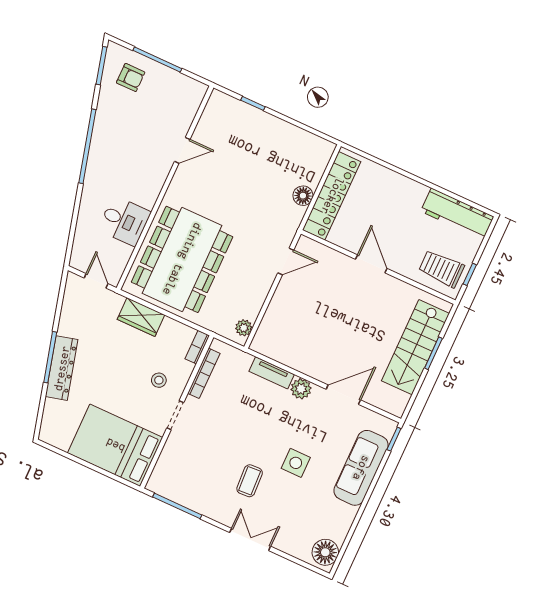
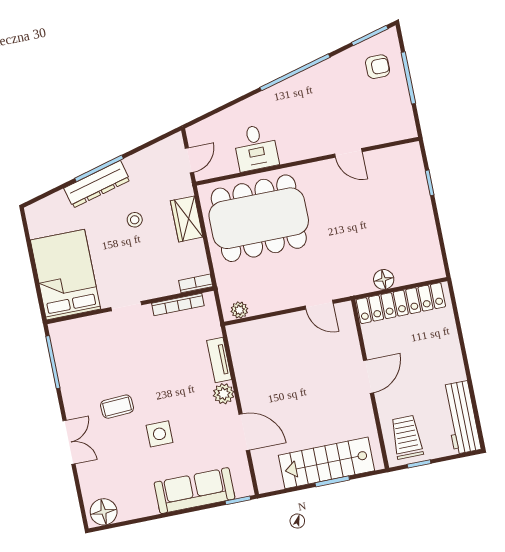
armchair: (131, 77) -> (378, 67), turned -90
stool: (159, 380) -> (135, 220), moved

